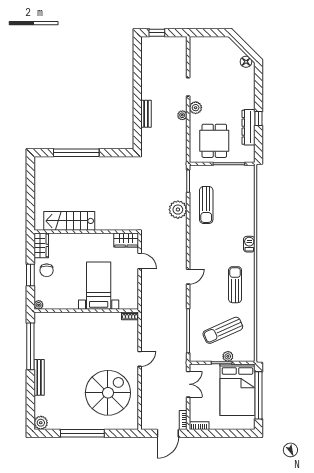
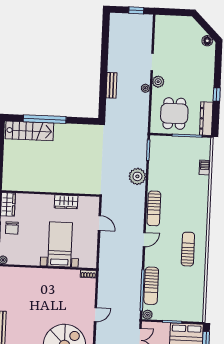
window: (157, 33) -> (136, 10), moved
dresser: (248, 127) -> (206, 119), moved
sun lounger: (206, 205) -> (154, 208), moved
stairs: (69, 221) -> (30, 131), moved, turned 180
wardrobe: (126, 240) -> (66, 202), moved
barbecue: (249, 244) -> (205, 168), moved
sun lounger: (223, 330) -> (151, 286), moved, turned -66
plant: (228, 356) -> (147, 315), moved

